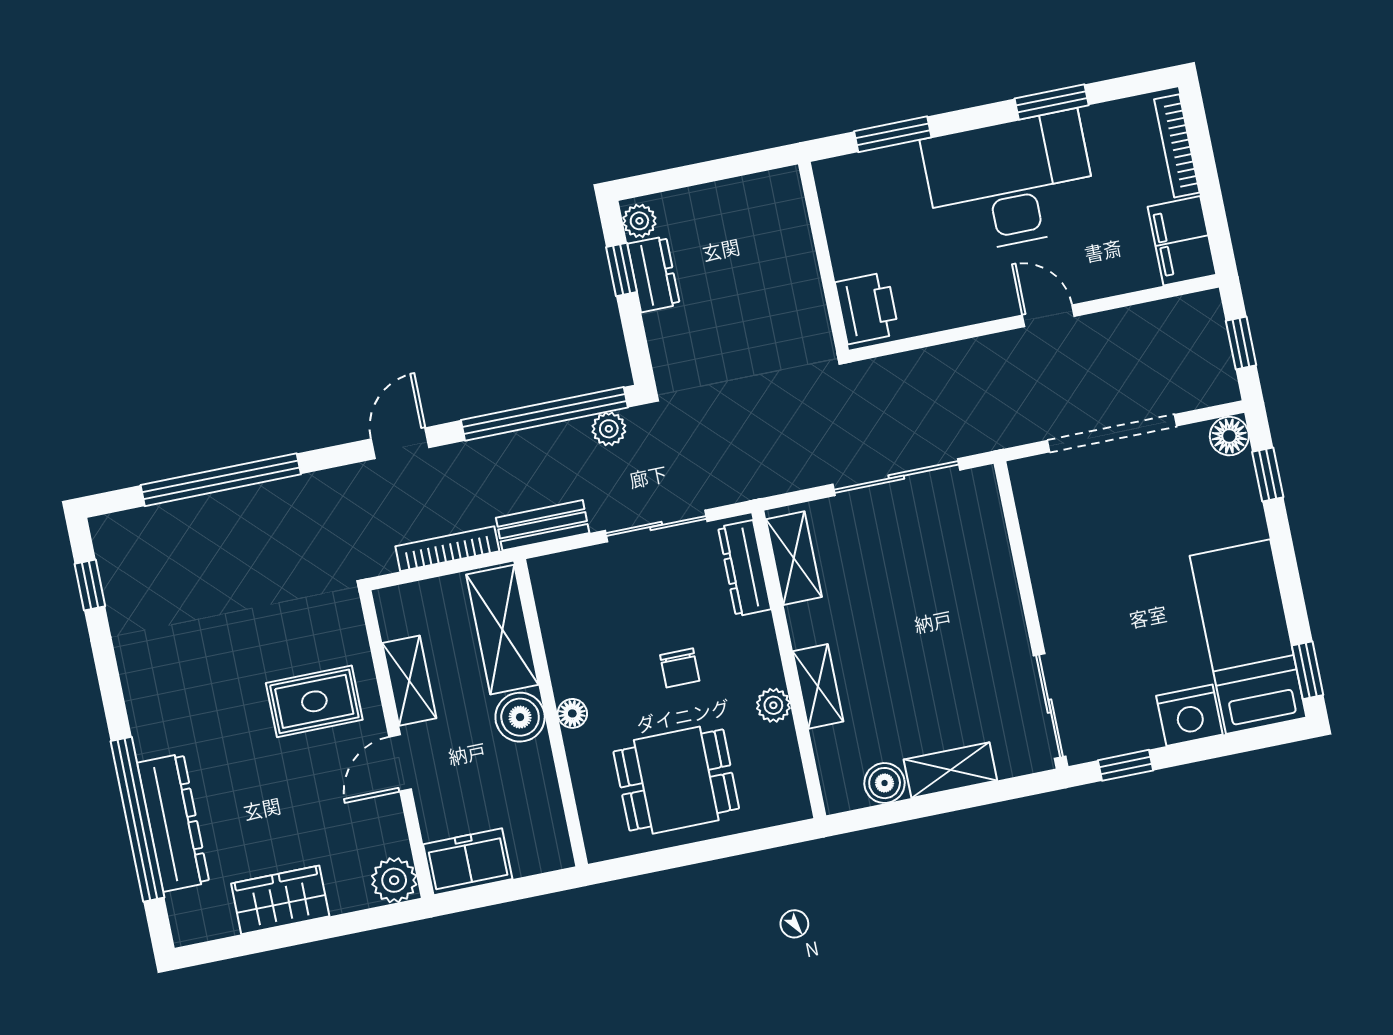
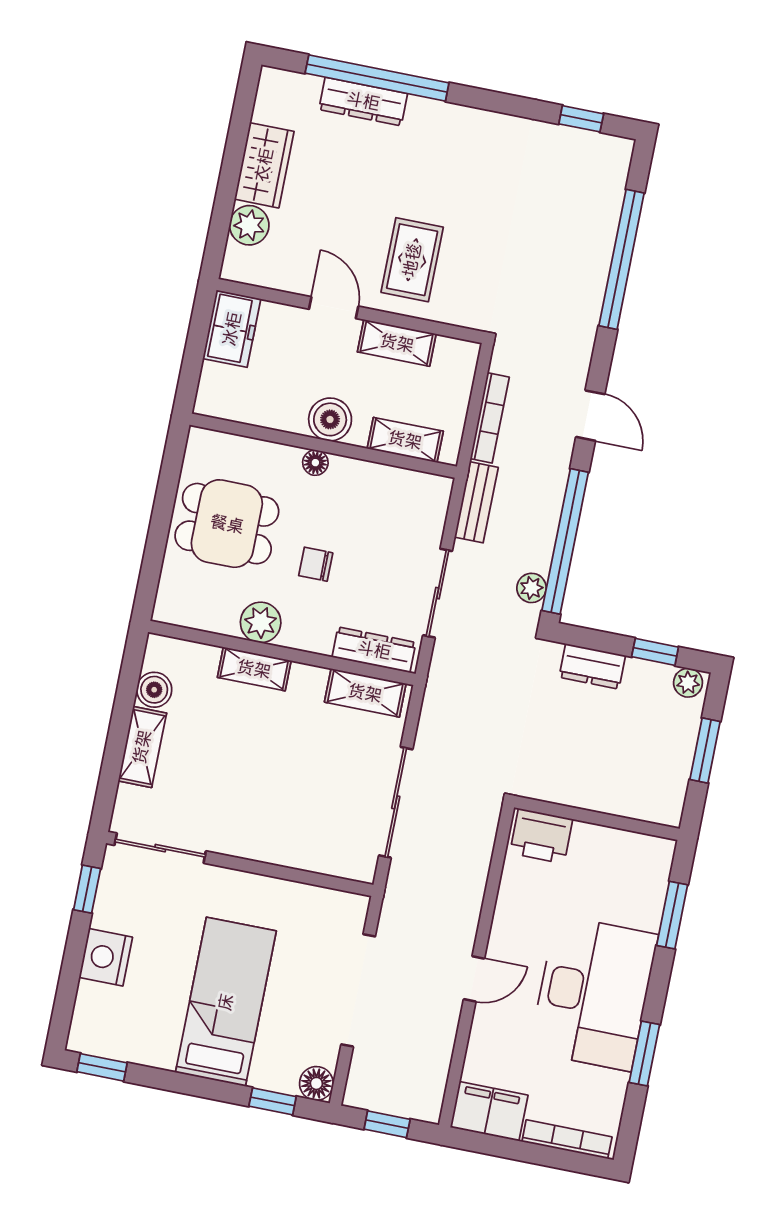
window: (704, 173) -> (705, 751), added
dresser: (653, 274) -> (592, 666), moved
shelving: (502, 630) -> (405, 440), width x0.67, depth x0.75
bed: (1248, 637) -> (226, 1002), moved, turned -90
plant: (773, 705) -> (261, 622), width x1.38, depth x1.38
dining table: (676, 780) -> (227, 524), turned 90
dresser: (173, 823) -> (363, 101), width x0.73, depth x0.80
plant: (394, 880) -> (249, 225), moved

